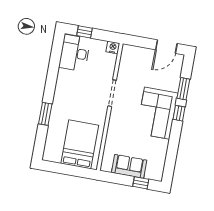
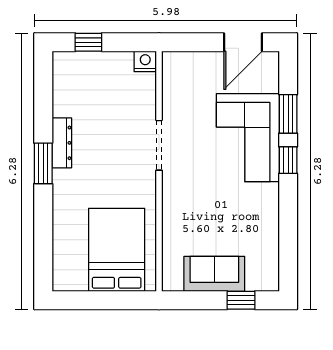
desk: (75, 53) -> (77, 84), removed
dresser: (61, 83) -> (62, 143), added
corner sofa: (157, 113) -> (248, 138), moved
window: (45, 114) -> (43, 163), moved

